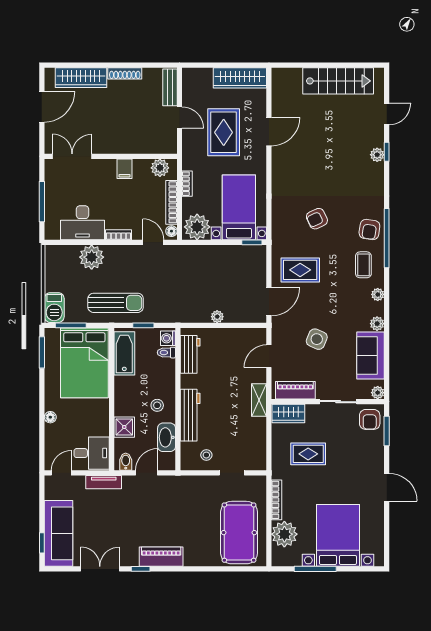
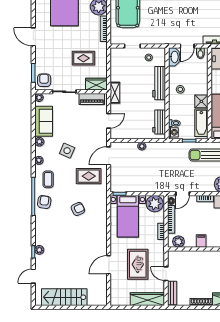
wardrobe: (240, 78) -> (147, 299), moved
door: (153, 242) -> (183, 194), hinge flipped
side table: (317, 339) -> (67, 151), moved
shower: (124, 427) -> (201, 101), moved
washbasin: (167, 437) -> (174, 57), moved

